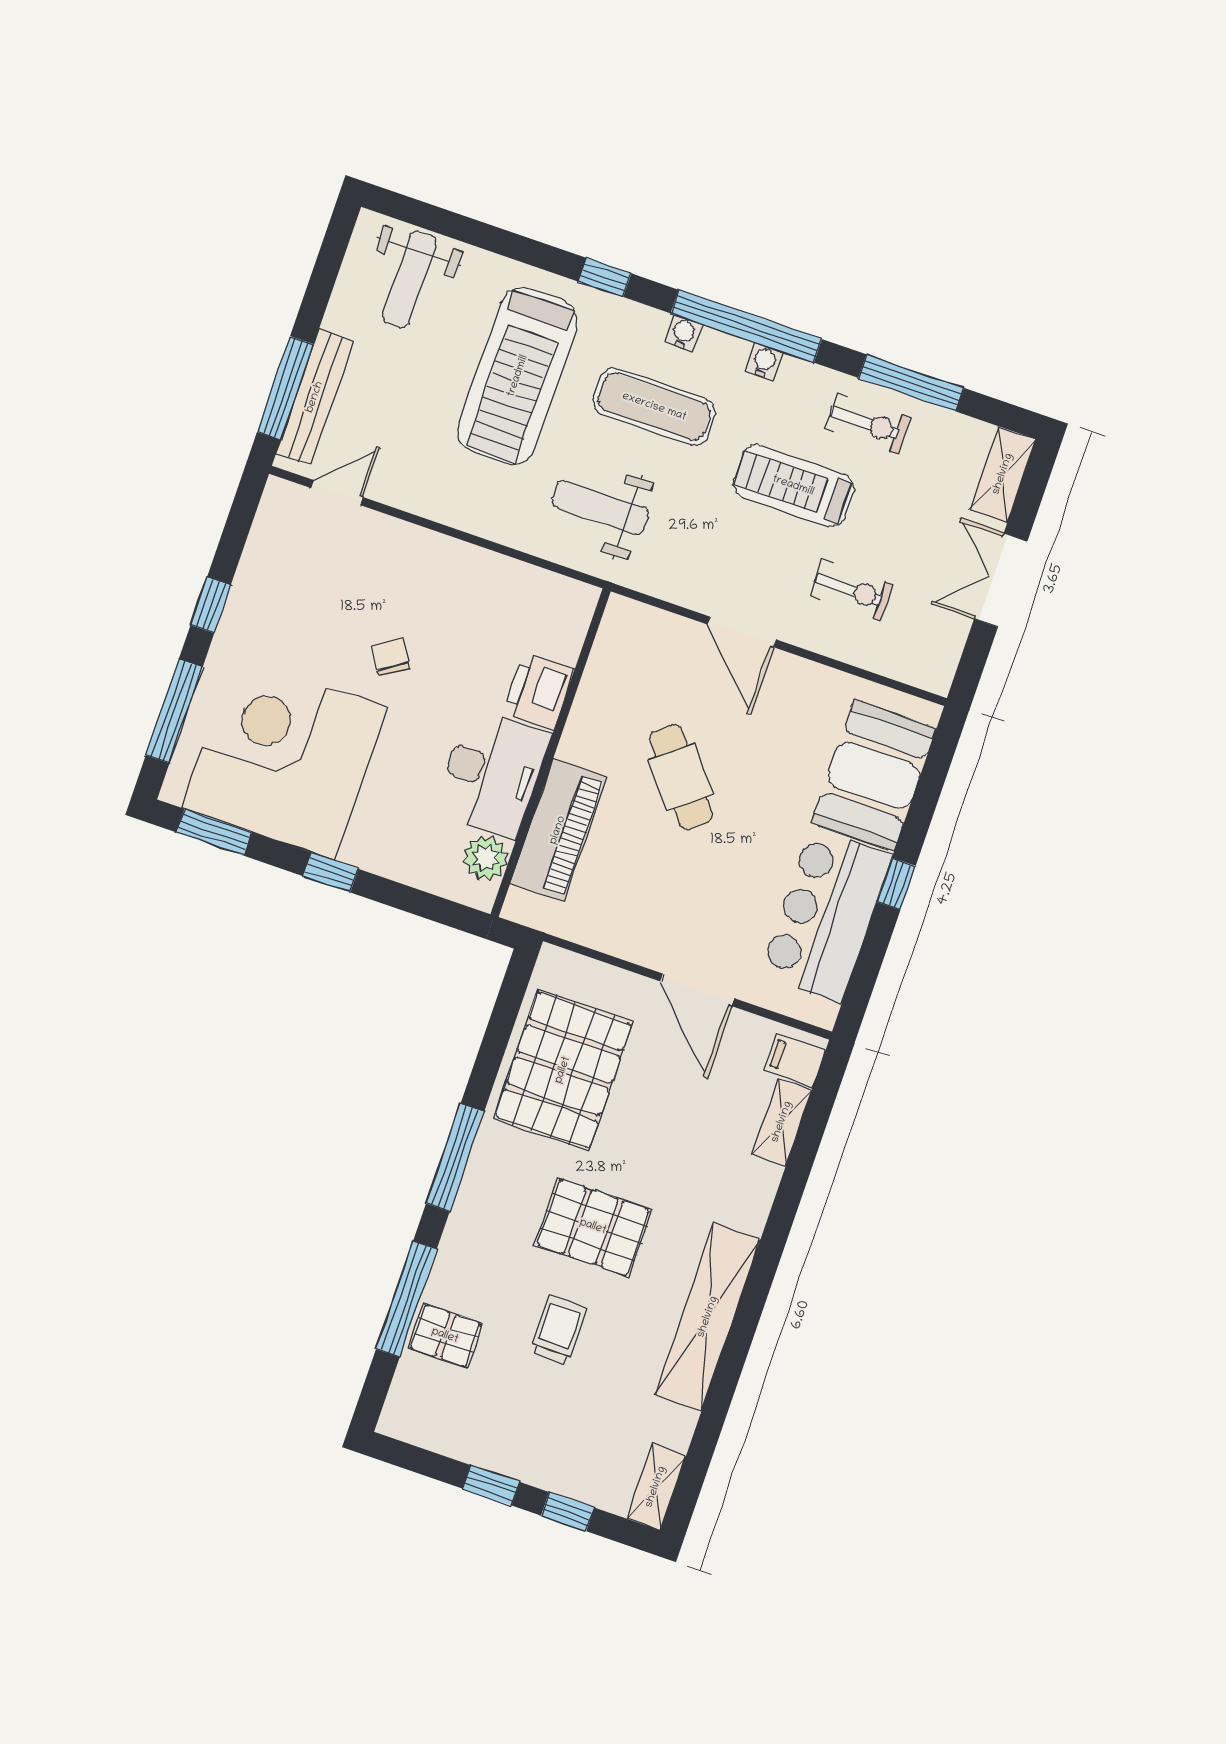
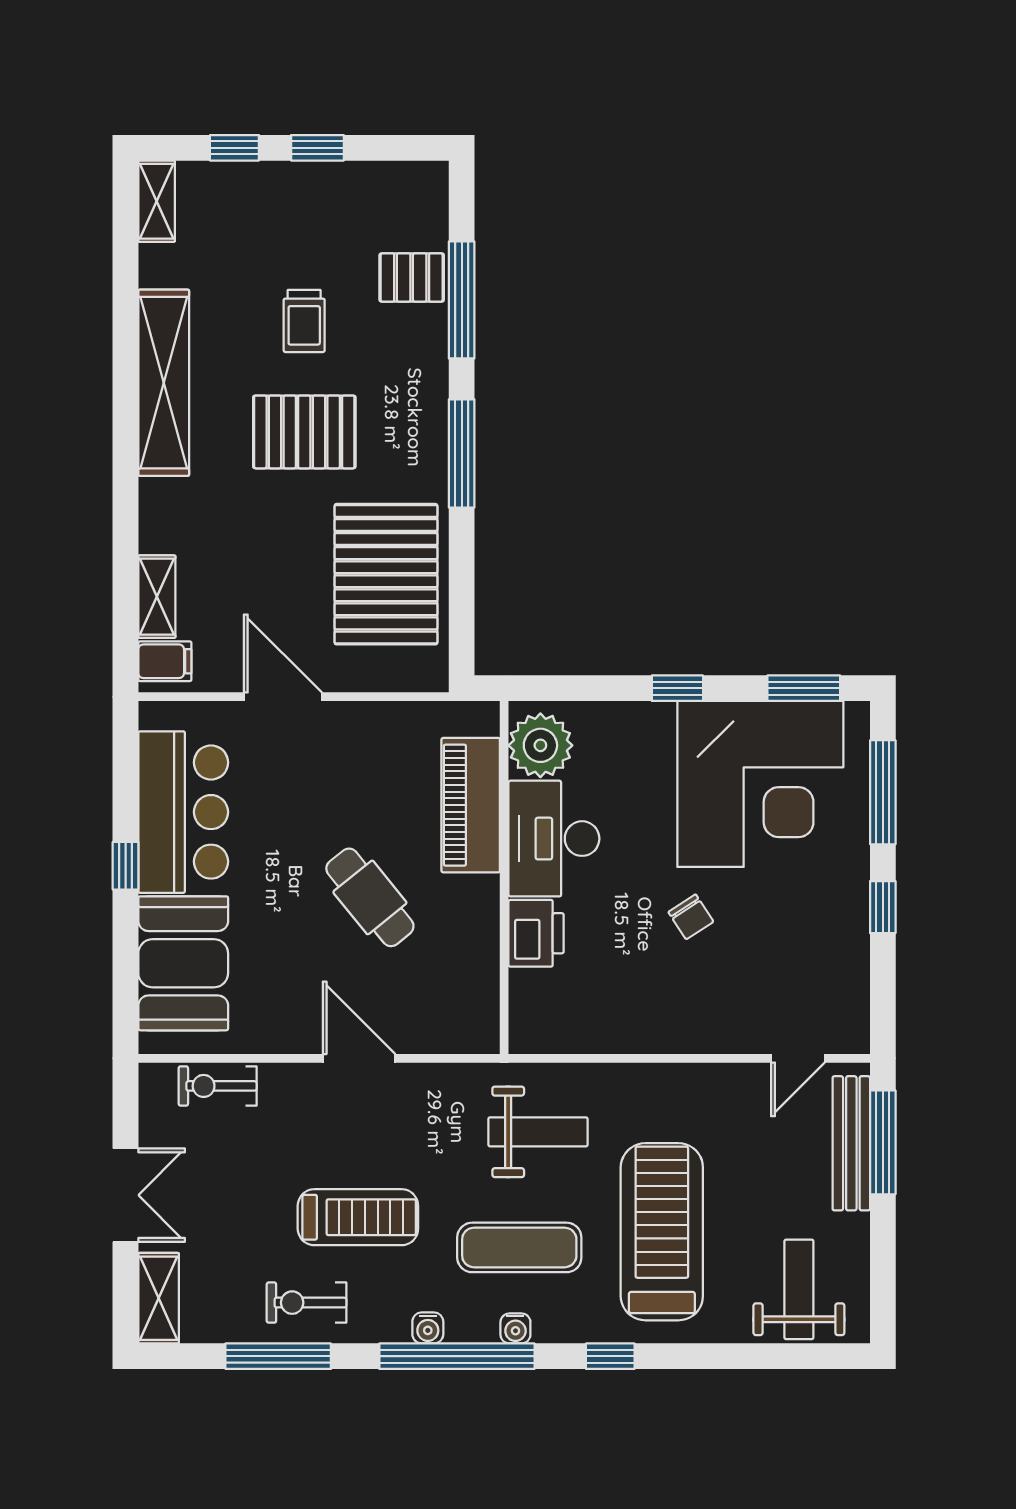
exercise bike: (852, 590) -> (218, 1086), moved
plant: (486, 858) -> (540, 745), width x1.36, depth x1.36

